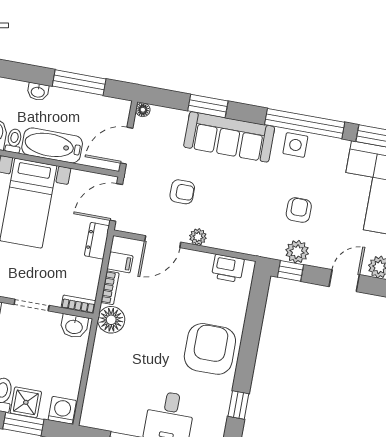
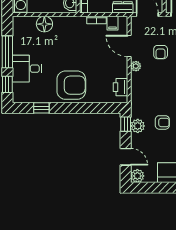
floor lamp: (111, 320) -> (44, 24), moved

